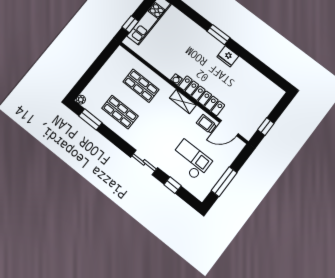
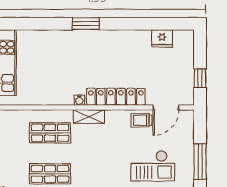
fridge: (228, 56) -> (162, 38), moved
shelving: (183, 102) -> (89, 117), moved
checkout: (191, 160) -> (153, 166), turned 180

